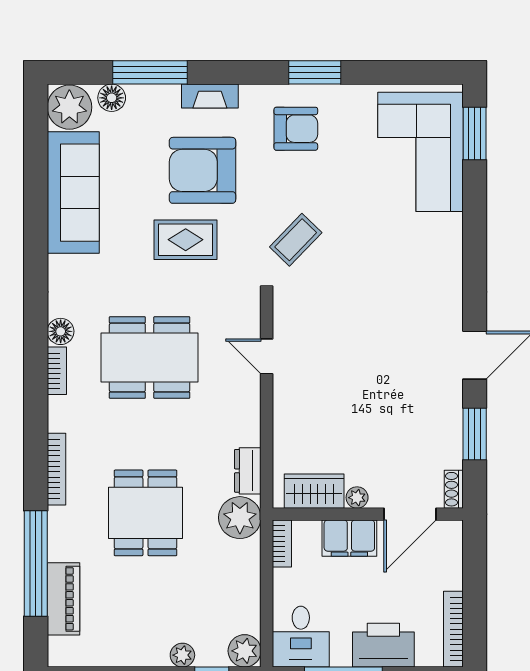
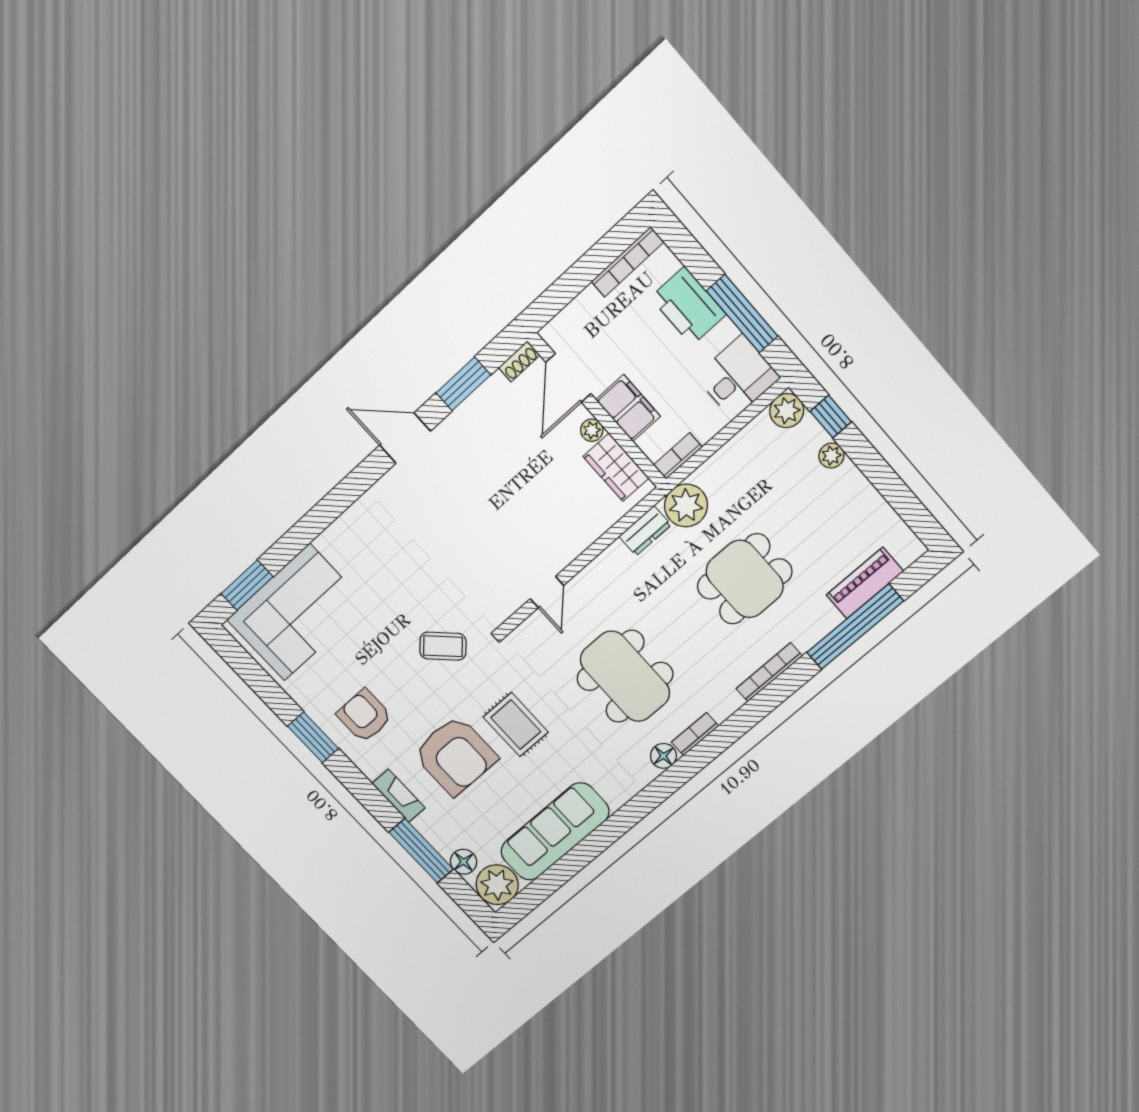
door: (410, 514) -> (568, 378), swing flipped

